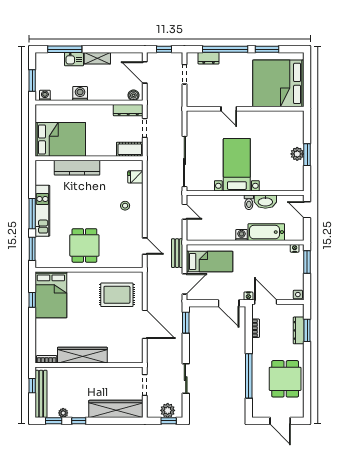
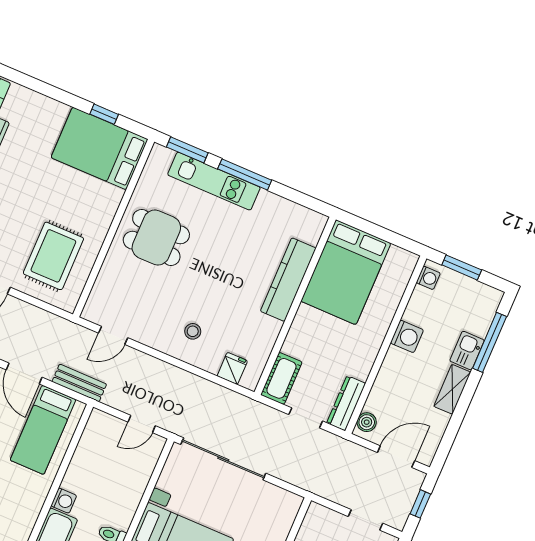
kitchen unit: (42, 211) -> (214, 181), moved

